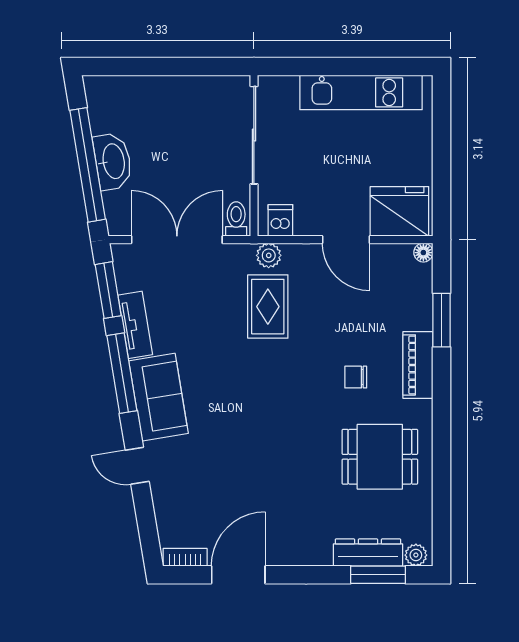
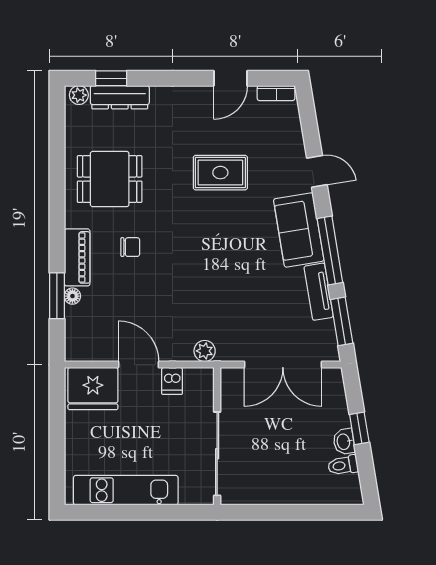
washbasin: (113, 161) -> (344, 442), width x0.52, depth x0.69
window: (88, 165) -> (359, 428), width x0.32
toilet: (236, 219) -> (343, 465), moved, turned 81
dishwasher: (280, 220) -> (172, 381), moved
floor lamp: (423, 253) -> (72, 296), moved
rug: (268, 307) -> (220, 173), moved, turned 90
door: (238, 575) -> (231, 78), width x0.73
window: (378, 575) -> (111, 78), width x0.67

